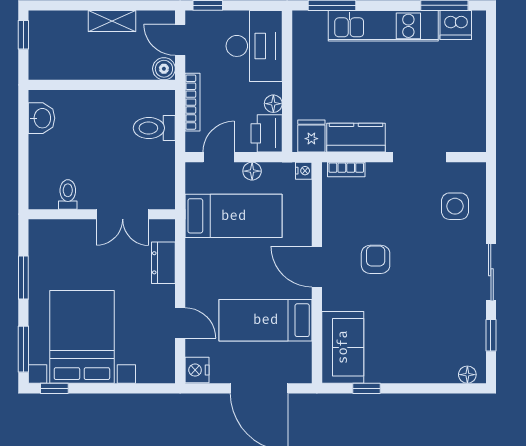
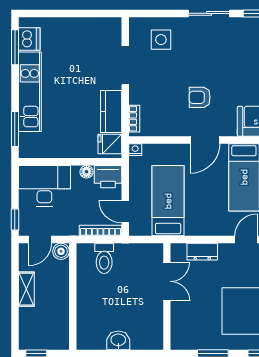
bookcase: (193, 102) -> (101, 231), moved
washbasin: (42, 118) -> (118, 340), moved
floor lamp: (252, 171) -> (135, 187), removed
toilet: (68, 194) -> (152, 321), removed

